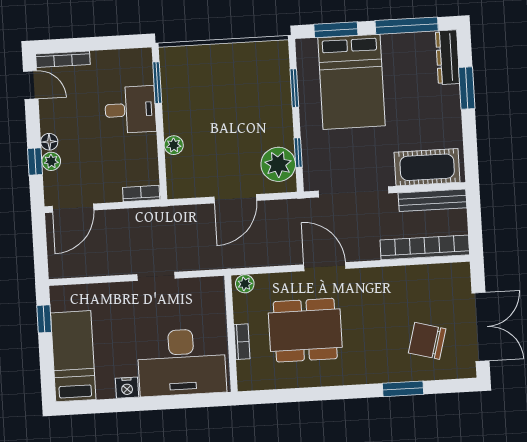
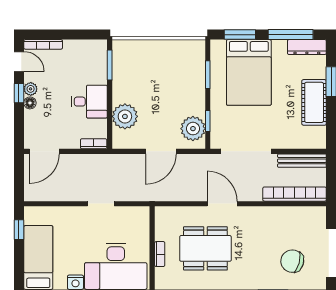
dresser: (448, 57) -> (307, 47), moved, turned -90
desk: (130, 110) -> (89, 102), moved
plant: (174, 145) -> (125, 116), width x1.88, depth x1.88
window: (35, 161) -> (19, 93), moved
plant: (51, 161) -> (31, 89), moved
cot: (427, 167) -> (314, 102), moved, turned 90
plant: (245, 284) -> (164, 213), removed

